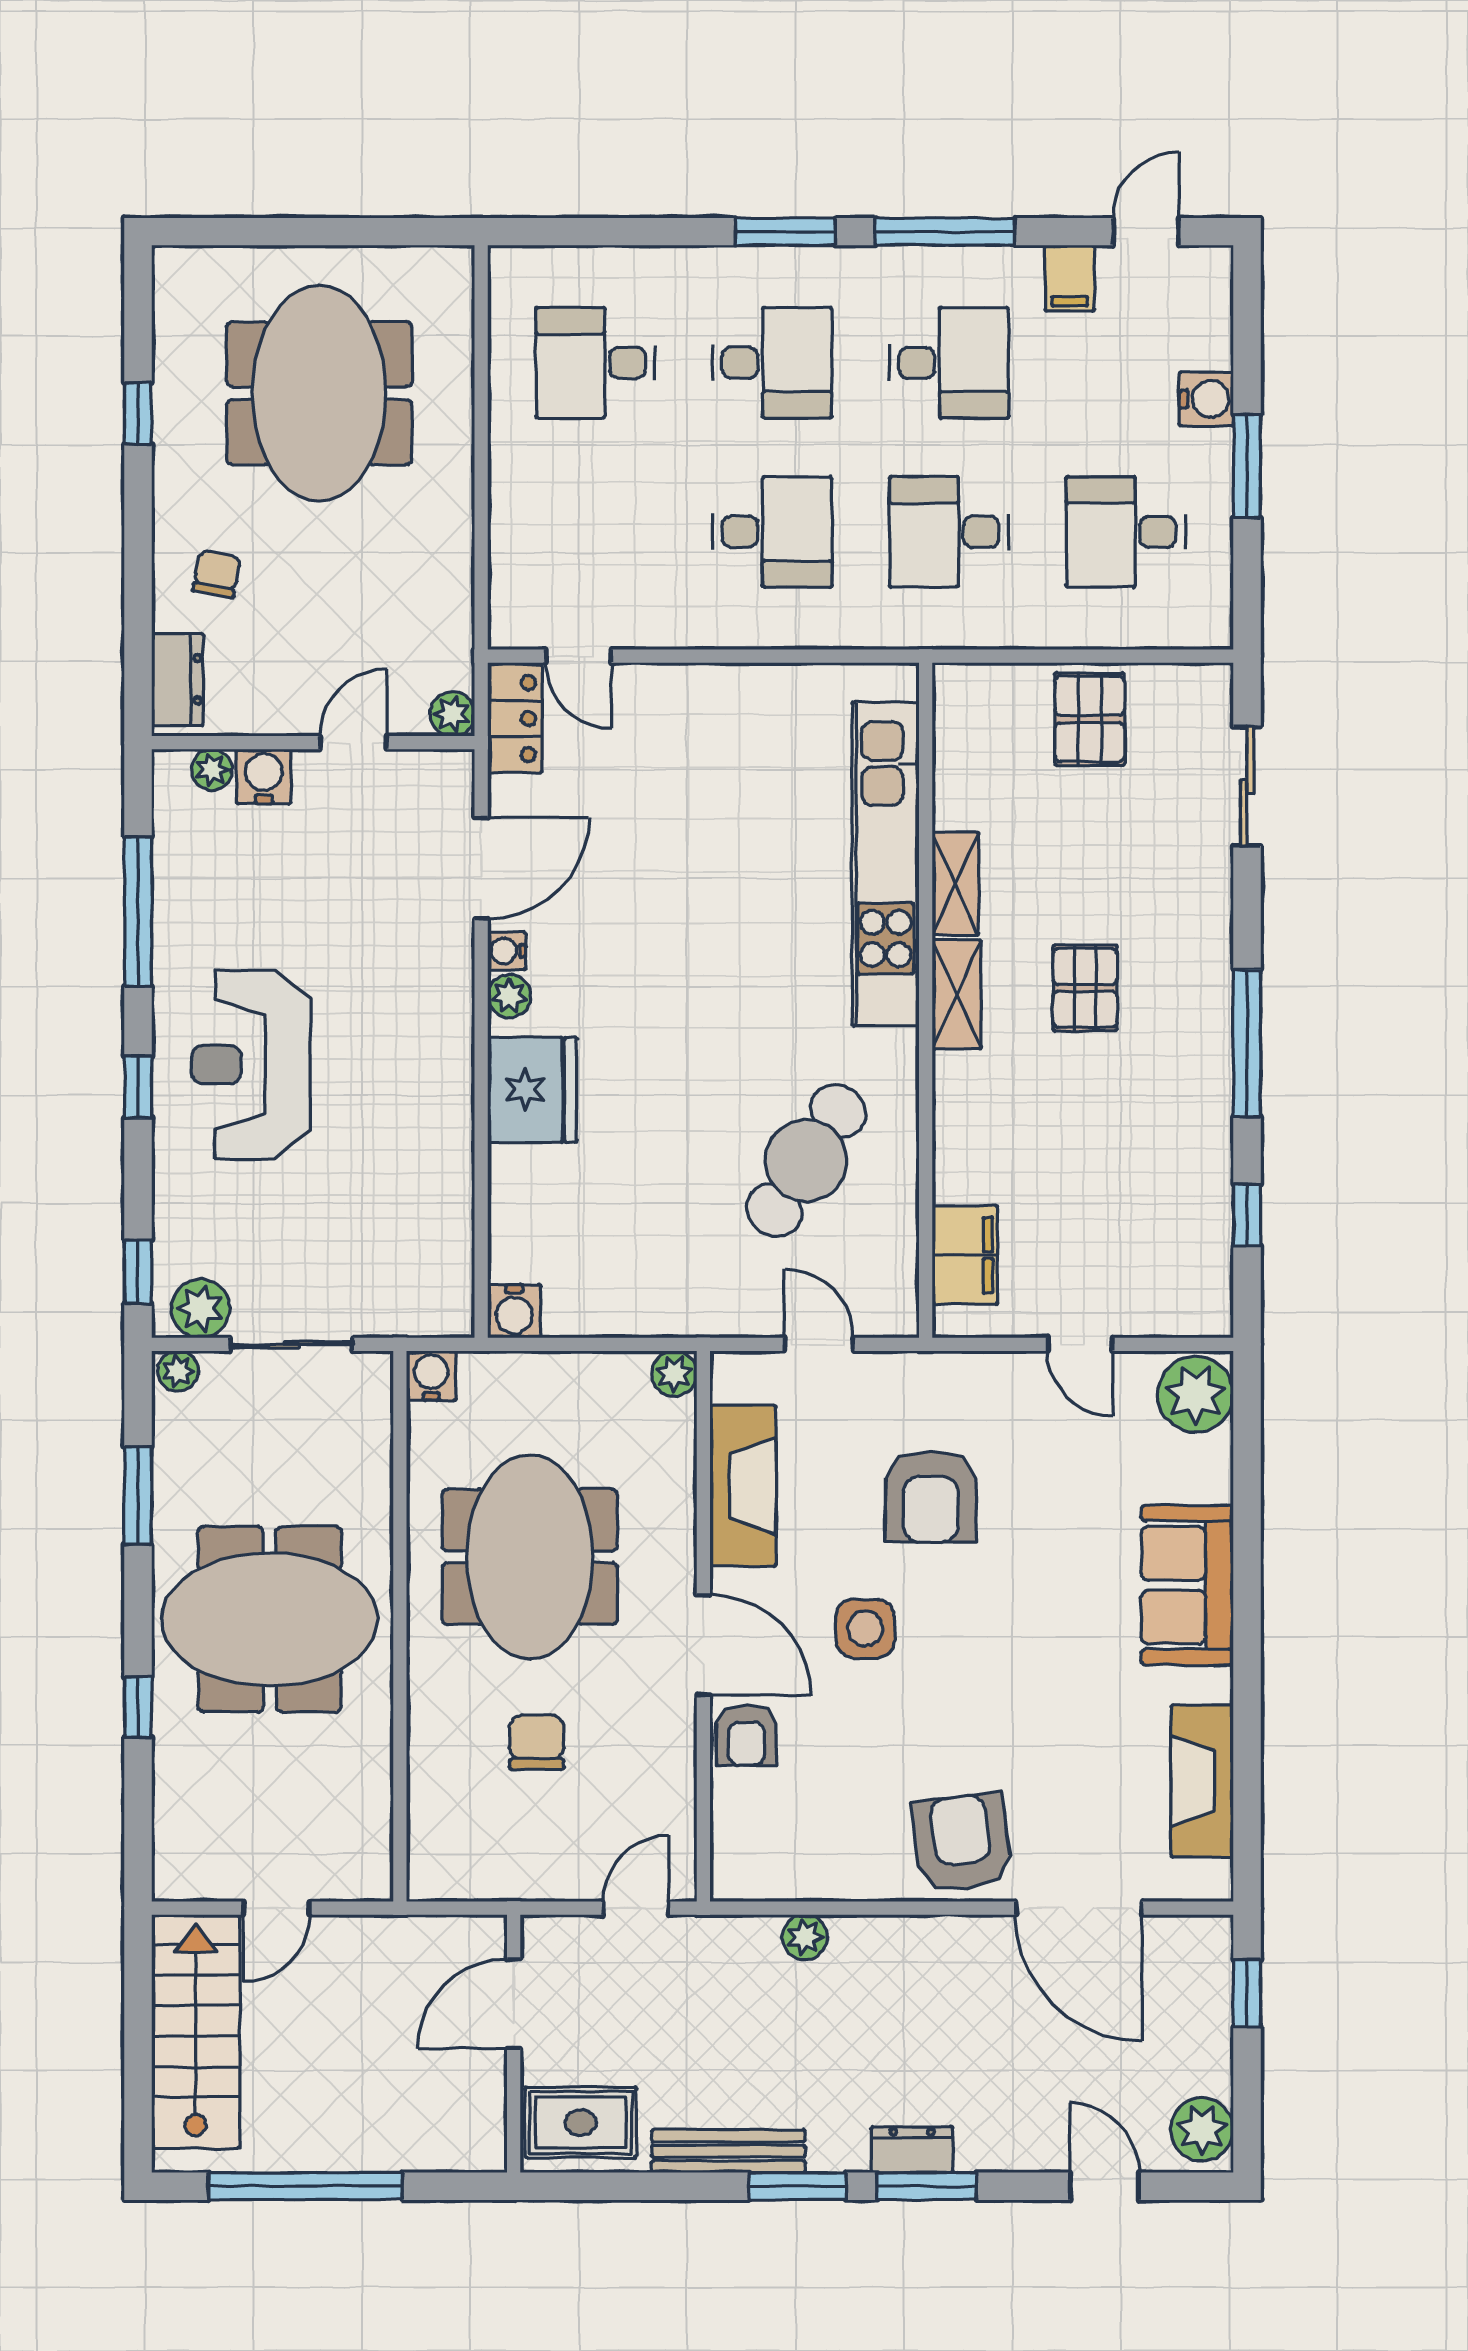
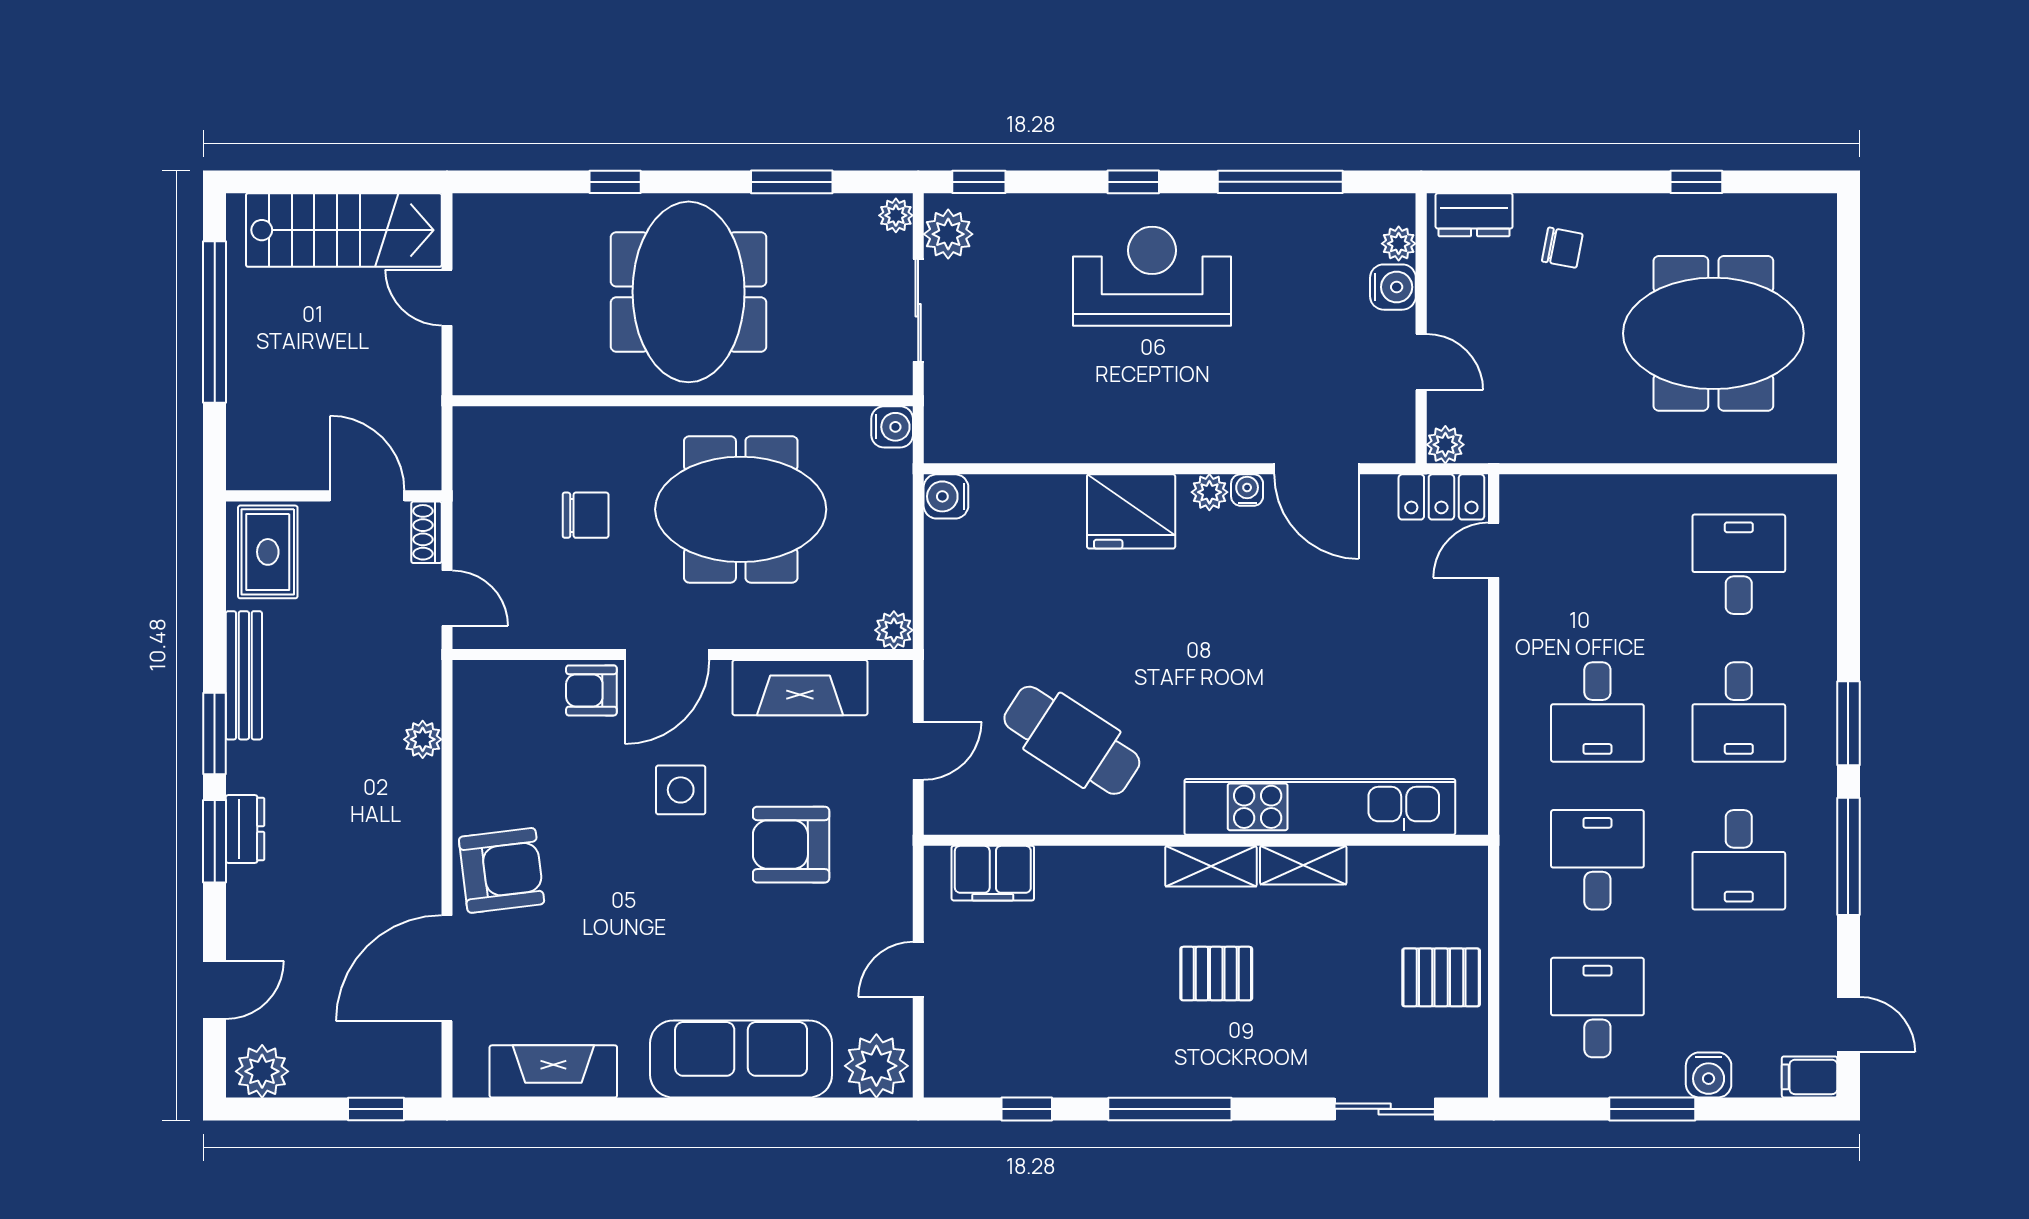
filing cabinet: (1070, 278) -> (1810, 1077), moved
sofa: (1187, 1585) -> (741, 1059), width x1.36
shoe rack: (557, 1933) -> (427, 532), added

